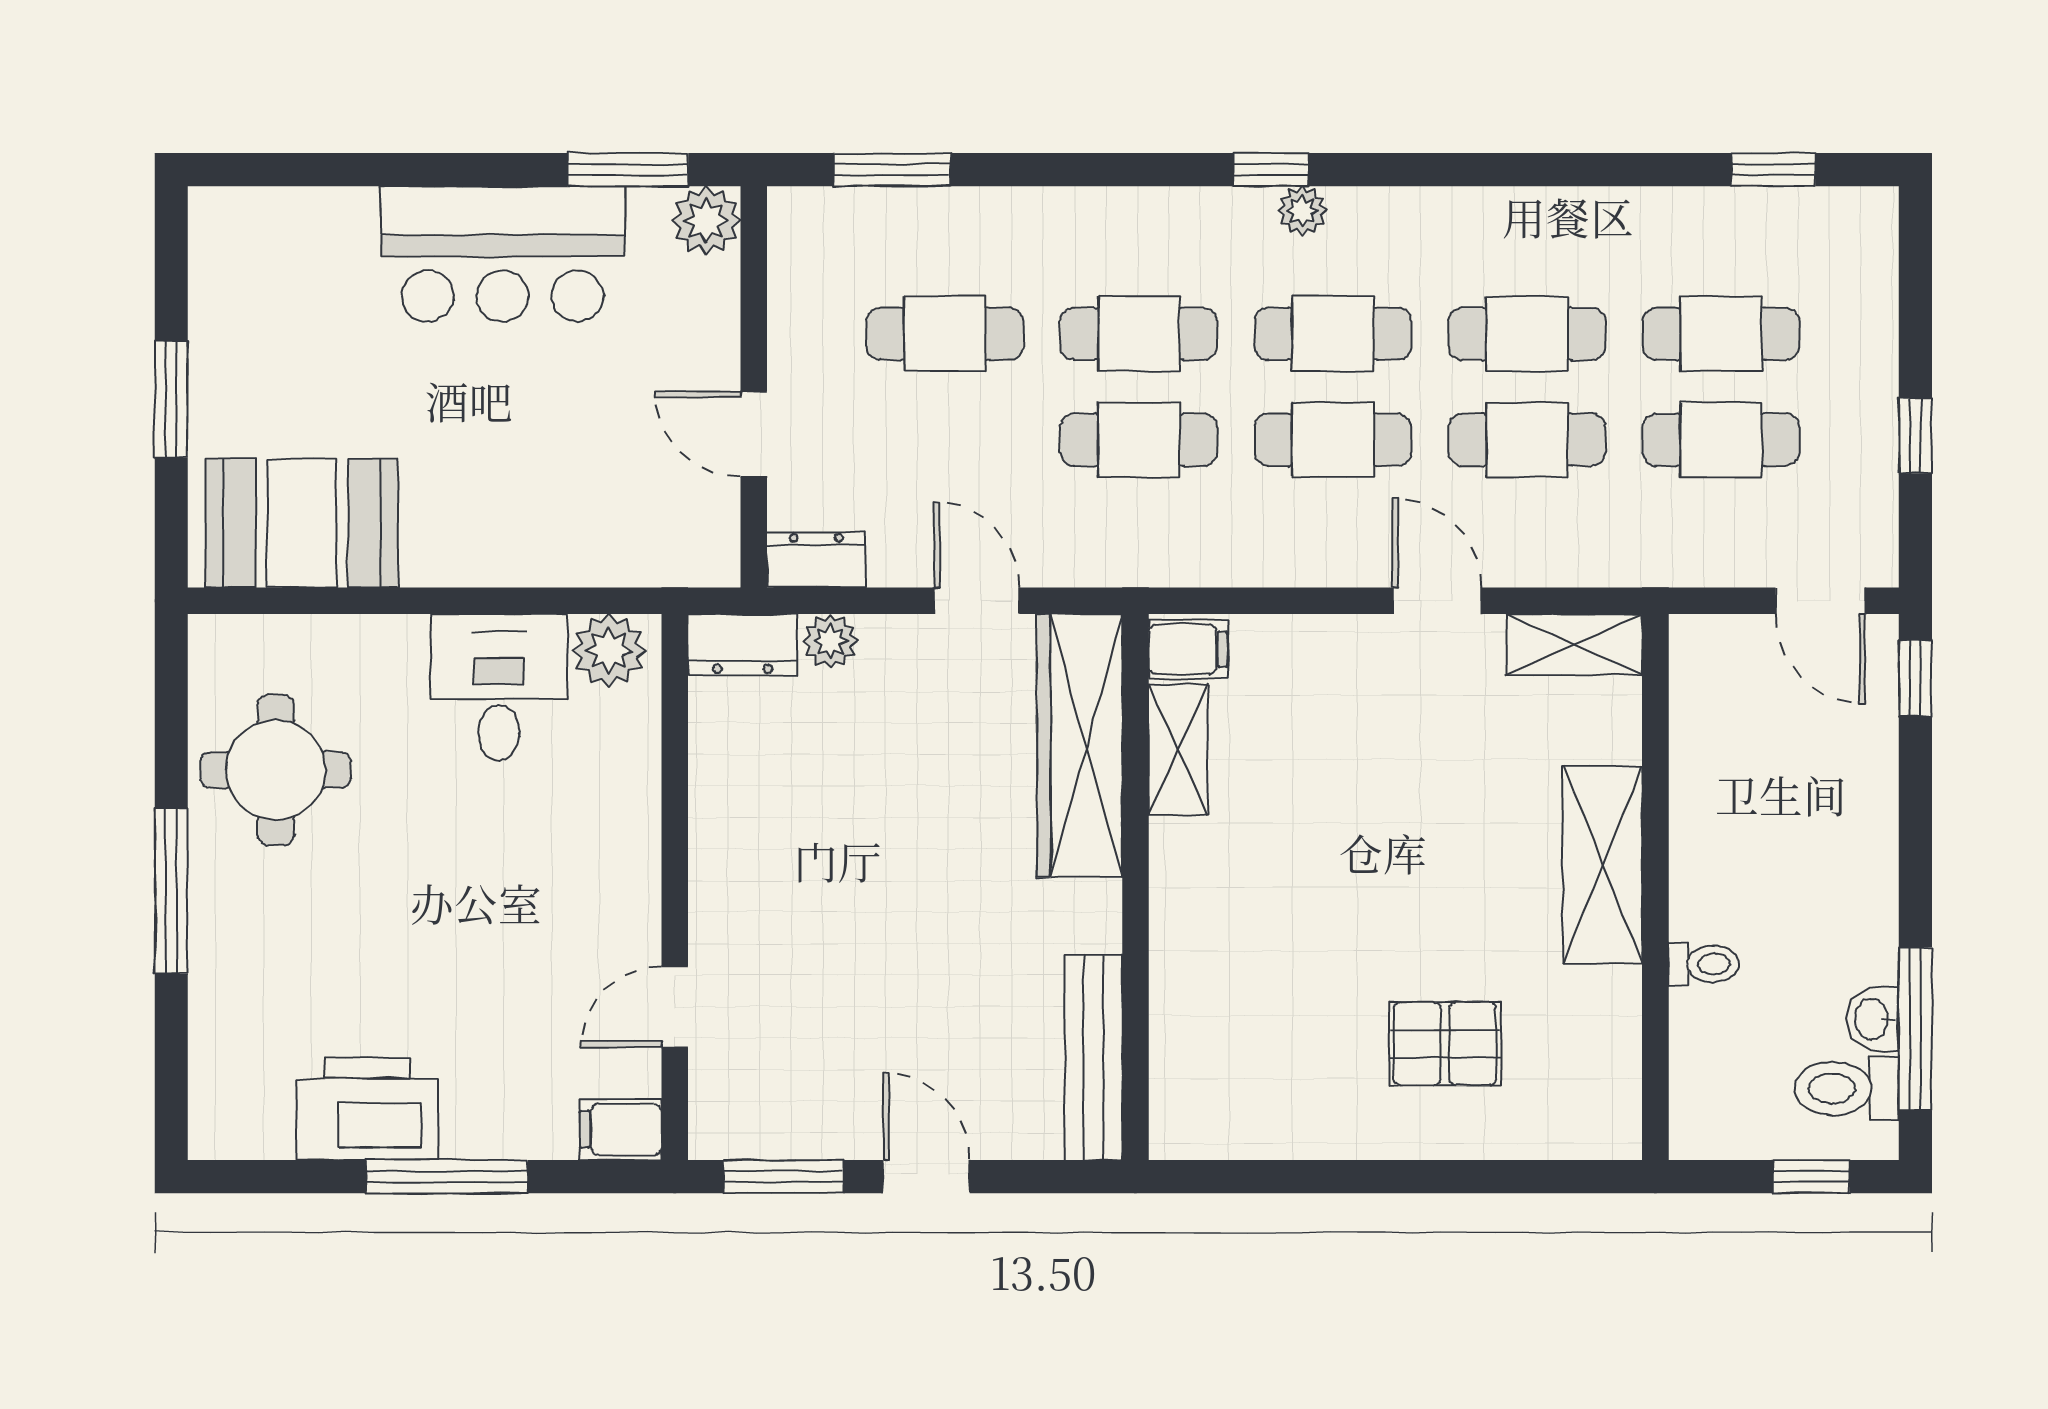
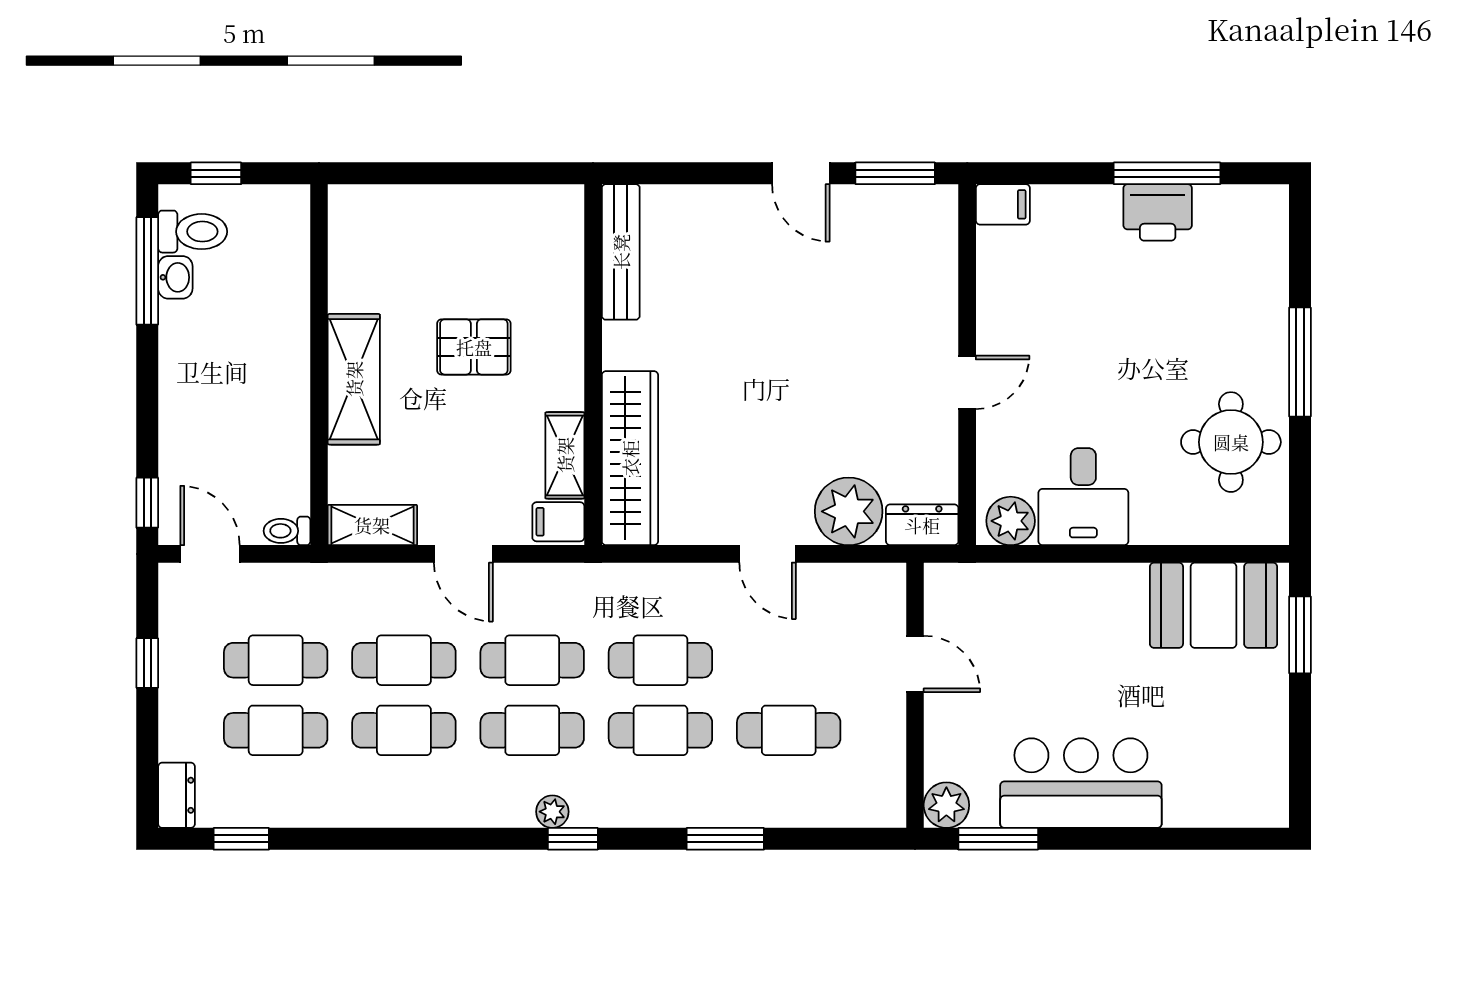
window: (892, 170) -> (725, 839), moved
window: (171, 399) -> (1300, 635), moved
dresser: (816, 560) -> (176, 795), moved, turned -90
plant: (830, 641) -> (849, 511), width x1.88, depth x1.88
filing cabinet: (1188, 649) -> (558, 522), moved
wardrobe: (1080, 746) -> (630, 458), moved
shelving: (1178, 750) -> (565, 455), moved
wall: (1135, 887) -> (593, 365), moved
toilet: (1704, 964) -> (287, 531), moved
door: (675, 1007) -> (967, 382), moved
pallet: (1445, 1044) -> (474, 347), moved
bench: (1094, 1058) -> (621, 252), moved
printer: (367, 1109) -> (1158, 212), width x0.73, depth x0.84
window: (447, 1177) -> (1167, 173), moved

